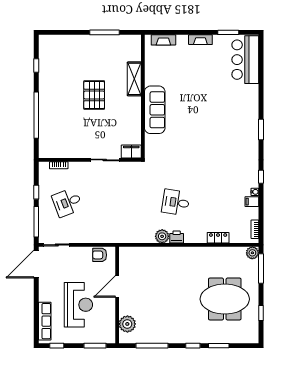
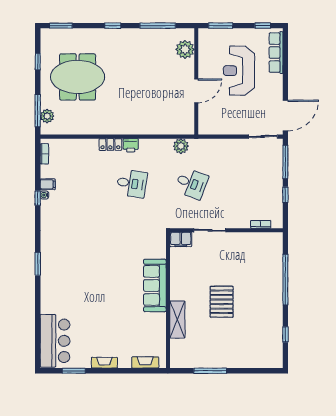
window: (261, 177) -> (38, 198), moved
desk: (67, 202) -> (191, 183), moved, turned 42
plant: (162, 236) -> (181, 146), moved
locker: (218, 238) -> (110, 144), moved
plant: (252, 253) -> (47, 116), moved
armchair: (100, 255) -> (216, 126), removed
window: (219, 346) -> (61, 26), moved

